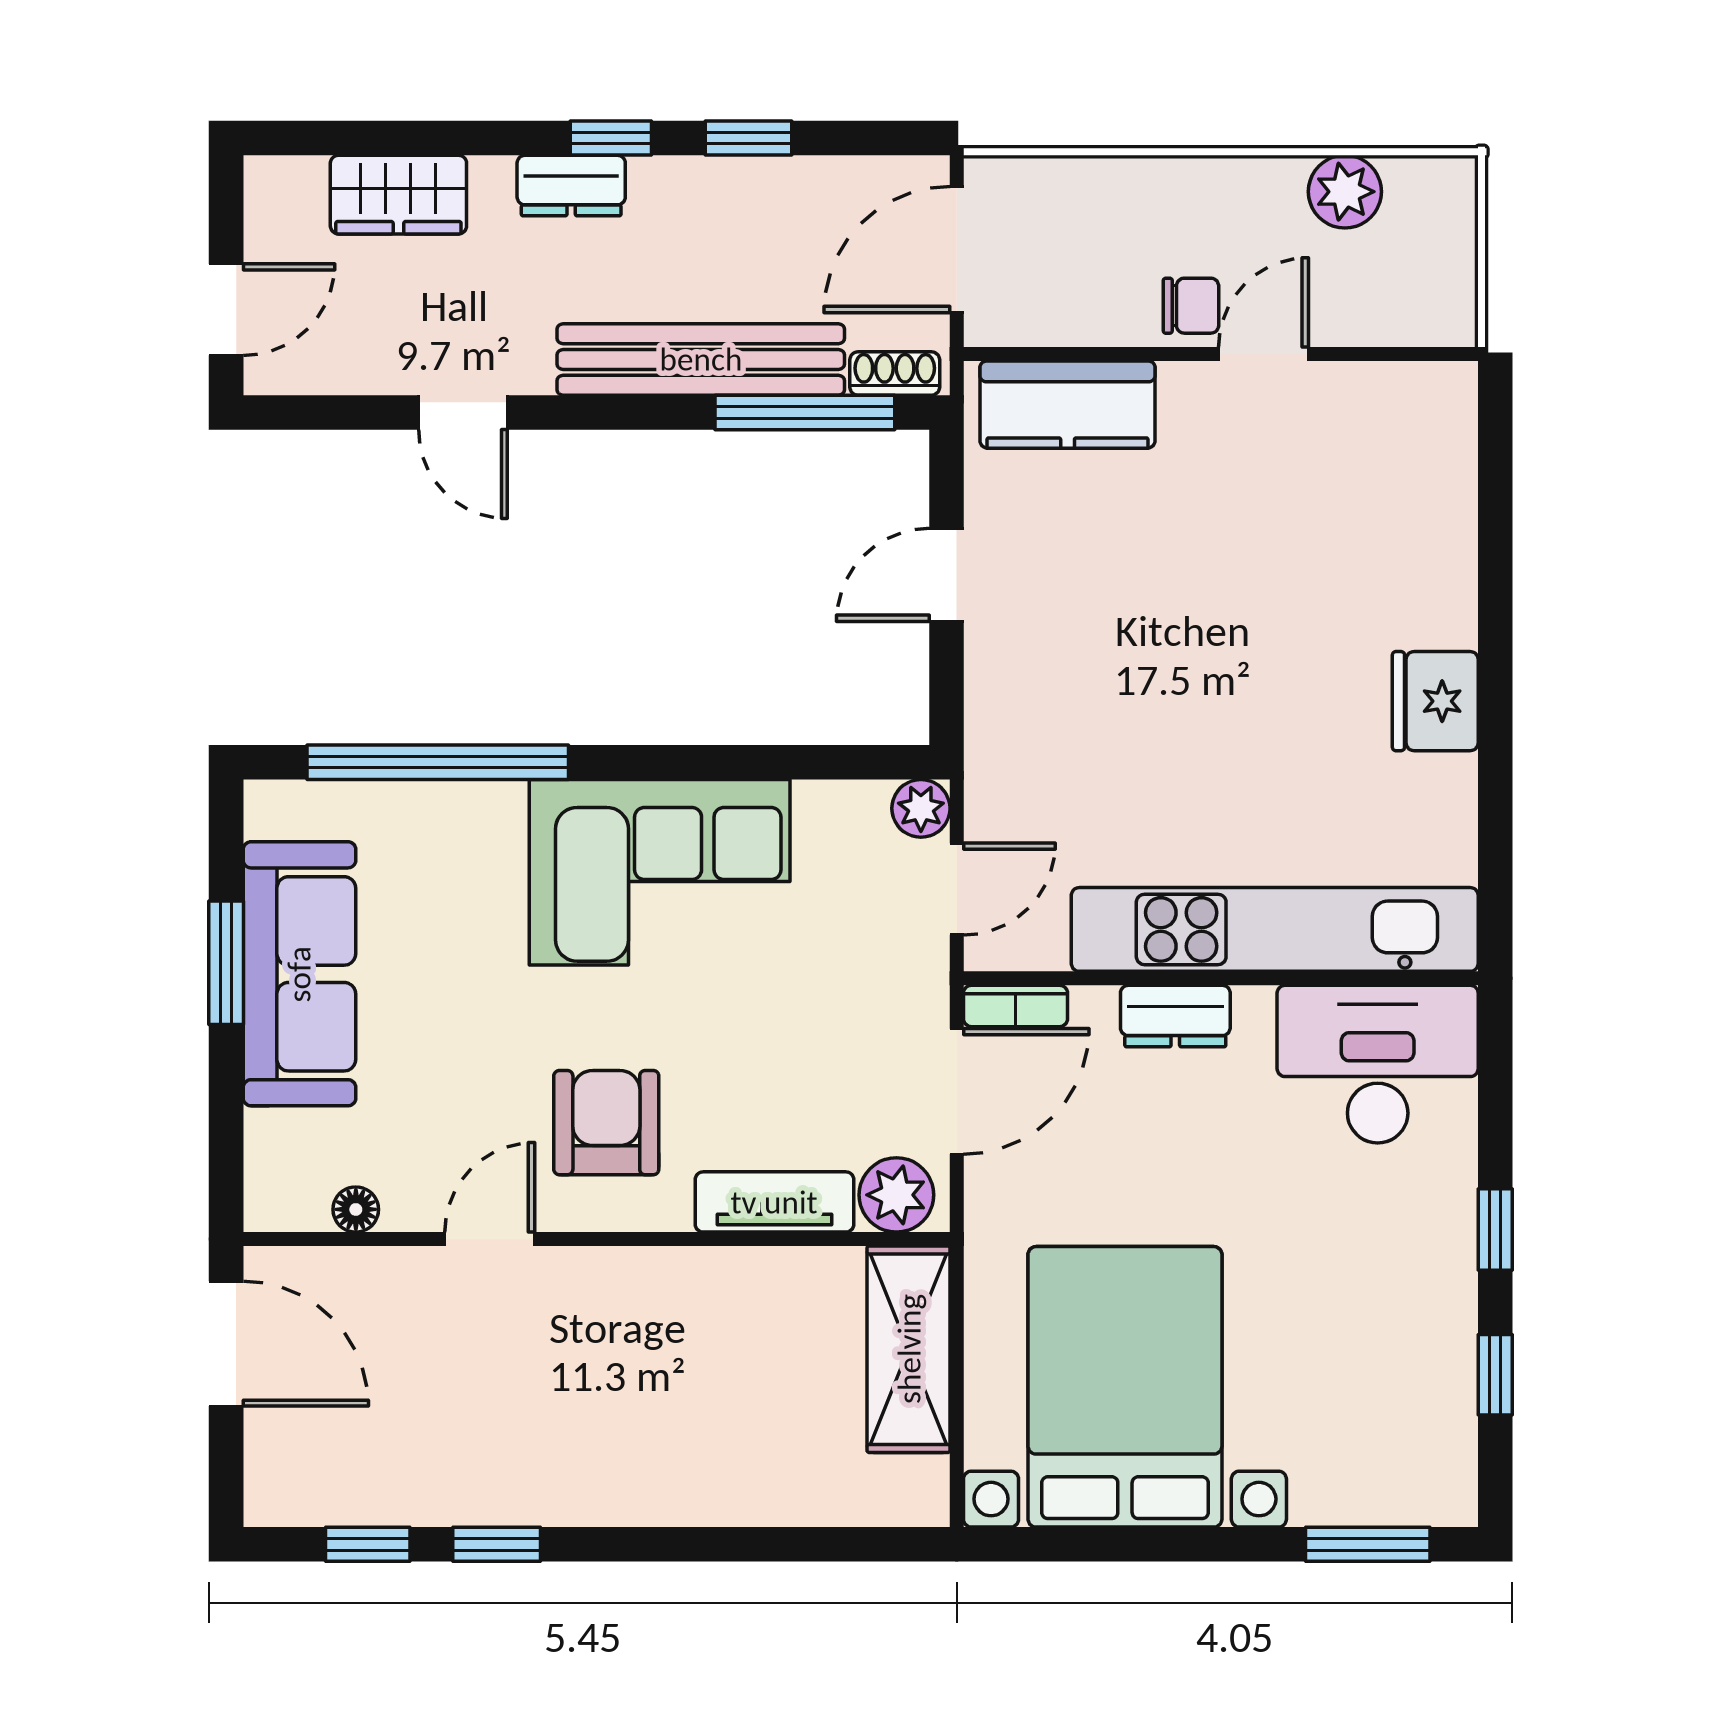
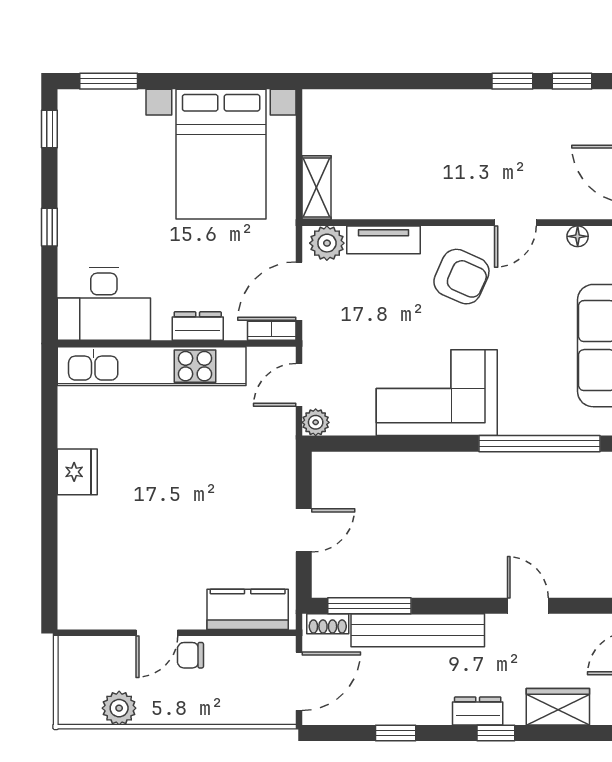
window: (611, 138) -> (496, 733), moved
armchair: (606, 1123) -> (461, 277), turned -66
shelving: (909, 1349) -> (317, 188), width x0.67, depth x0.75
window: (1495, 1375) -> (49, 129), moved

